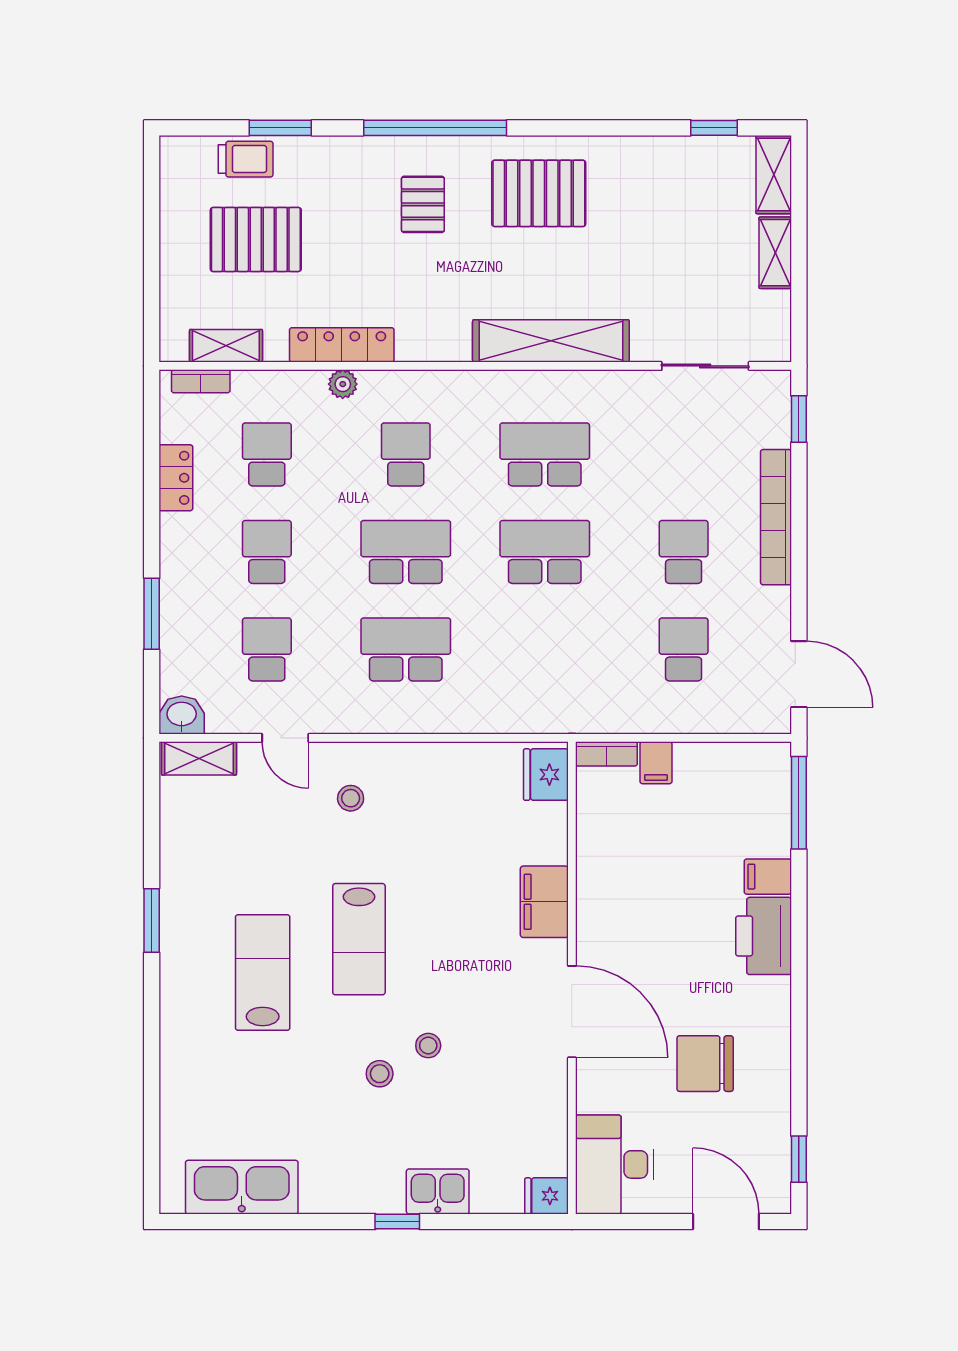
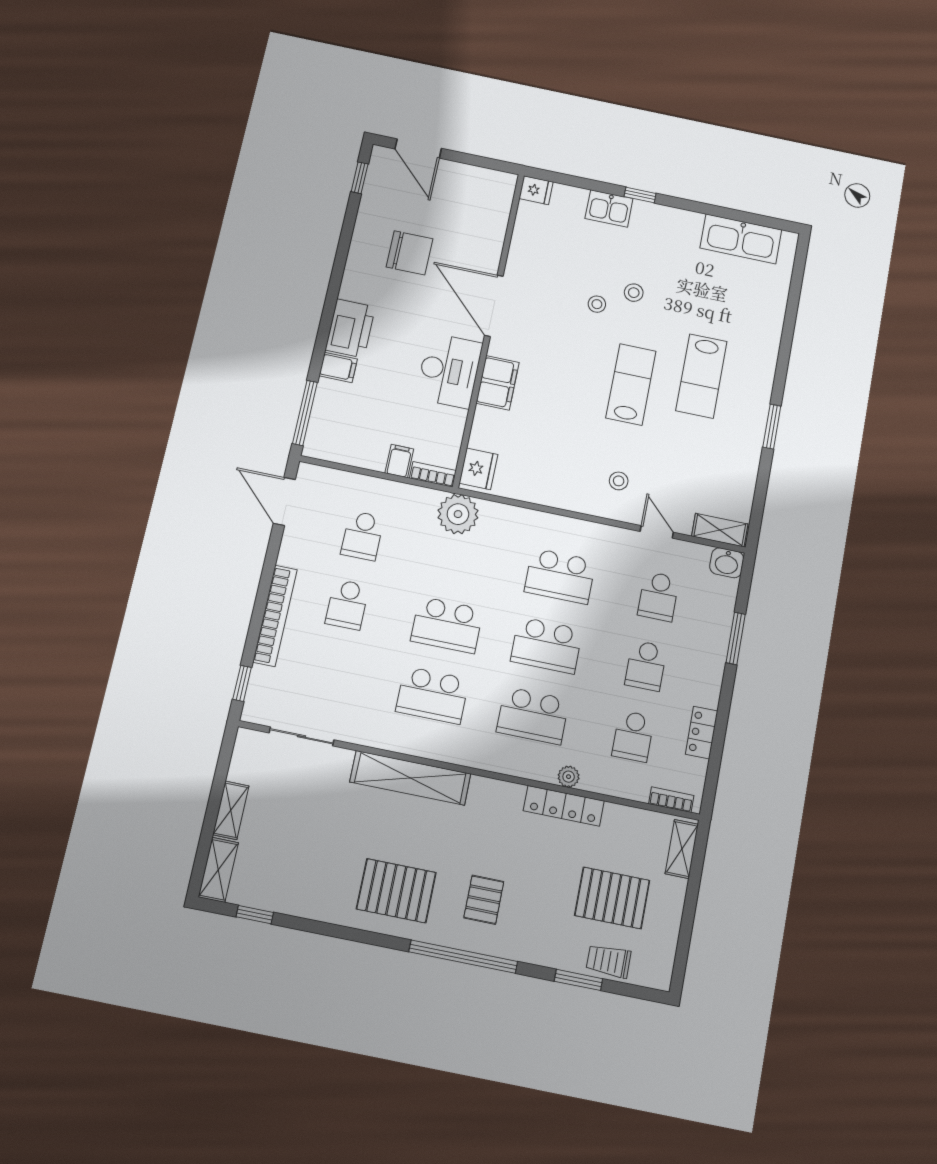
shelving: (226, 346) -> (682, 849), moved, turned 90
school desk: (406, 454) -> (533, 716), width x1.85
plant: (561, 706) -> (458, 514), added
desk: (615, 1164) -> (449, 371), moved

